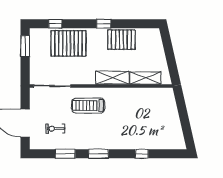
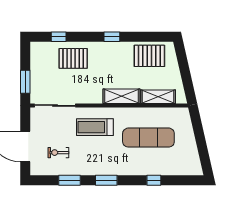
pallet: (121, 40) -> (149, 56), moved
pallet: (69, 43) -> (73, 58), width x0.73, depth x0.71
window: (25, 46) -> (25, 82), moved
exercise mat: (137, 115) -> (148, 138), added

